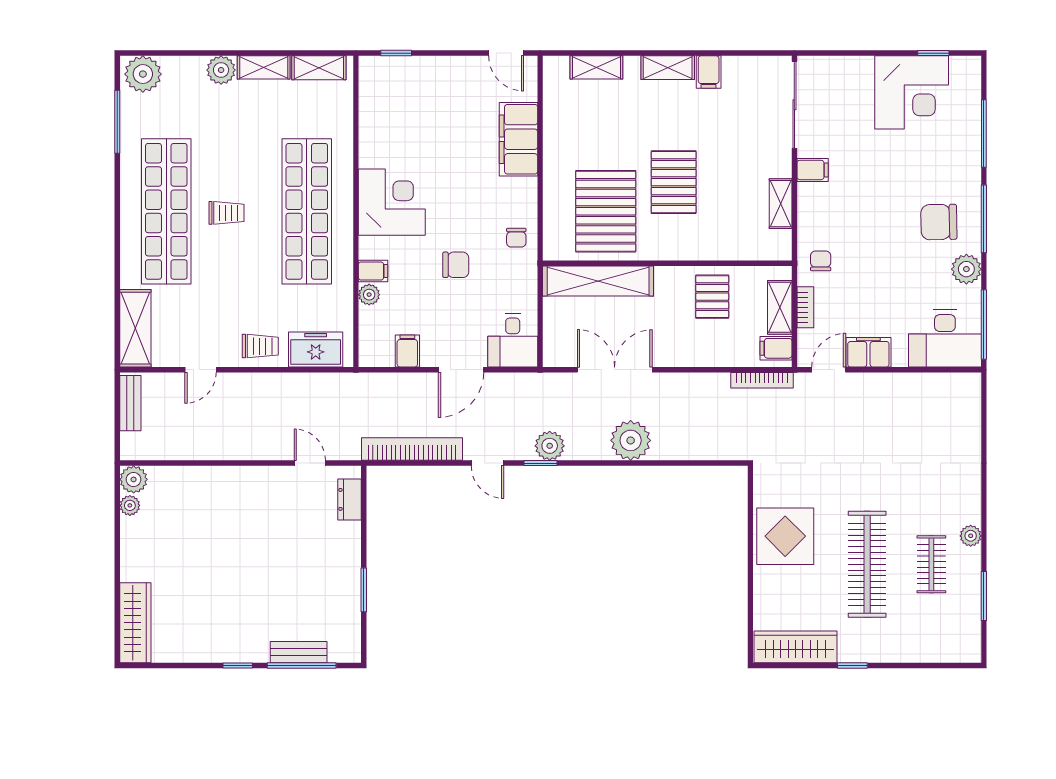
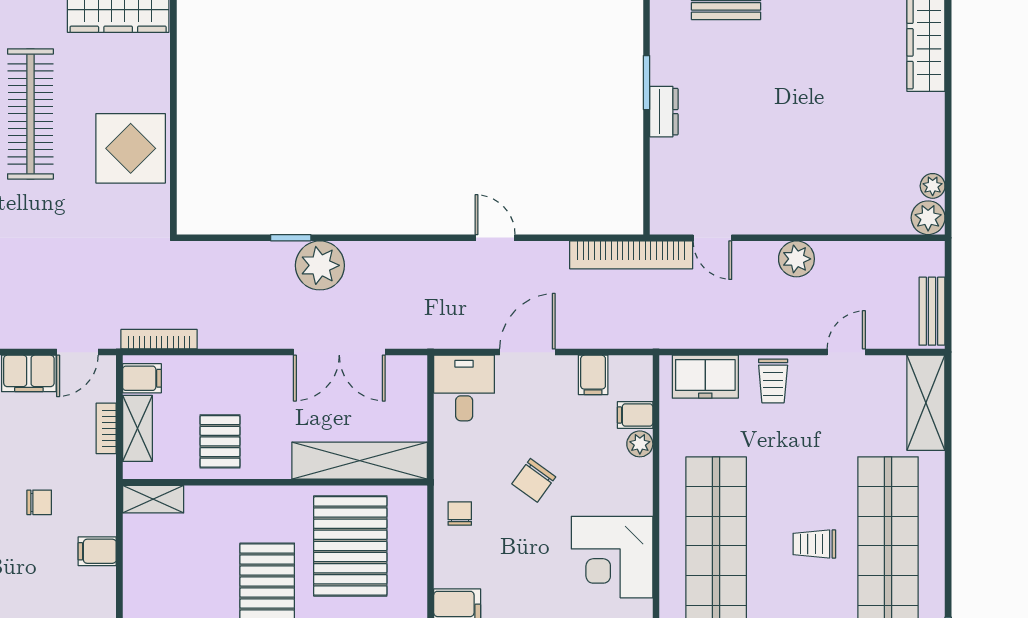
filing cabinet: (813, 170) -> (97, 551), moved
shelving: (781, 204) -> (153, 499), moved, turned 90
chair: (821, 261) -> (39, 502), moved, turned -90
chair: (456, 265) -> (534, 480), turned -54
filing cabinet: (373, 271) -> (635, 415), moved
trolley: (260, 346) -> (773, 381), turned -90
plant: (550, 446) -> (796, 259), moved
bookcase: (412, 449) -> (631, 255), moved
window: (540, 463) -> (291, 238), moved
dresser: (349, 499) -> (664, 112), moved

